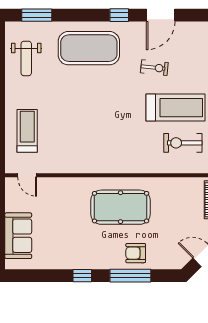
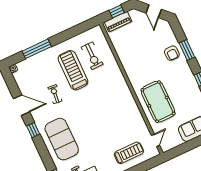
treadmill: (27, 131) -> (129, 153), turned 180
pool table: (121, 207) -> (158, 102), moved
window: (130, 276) -> (187, 50), width x0.69

